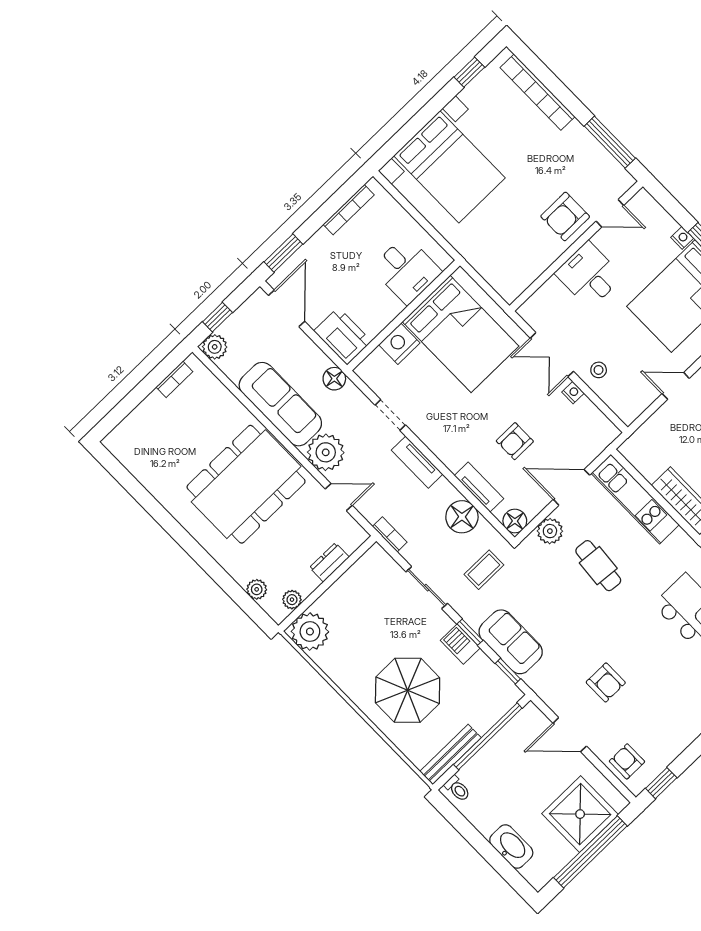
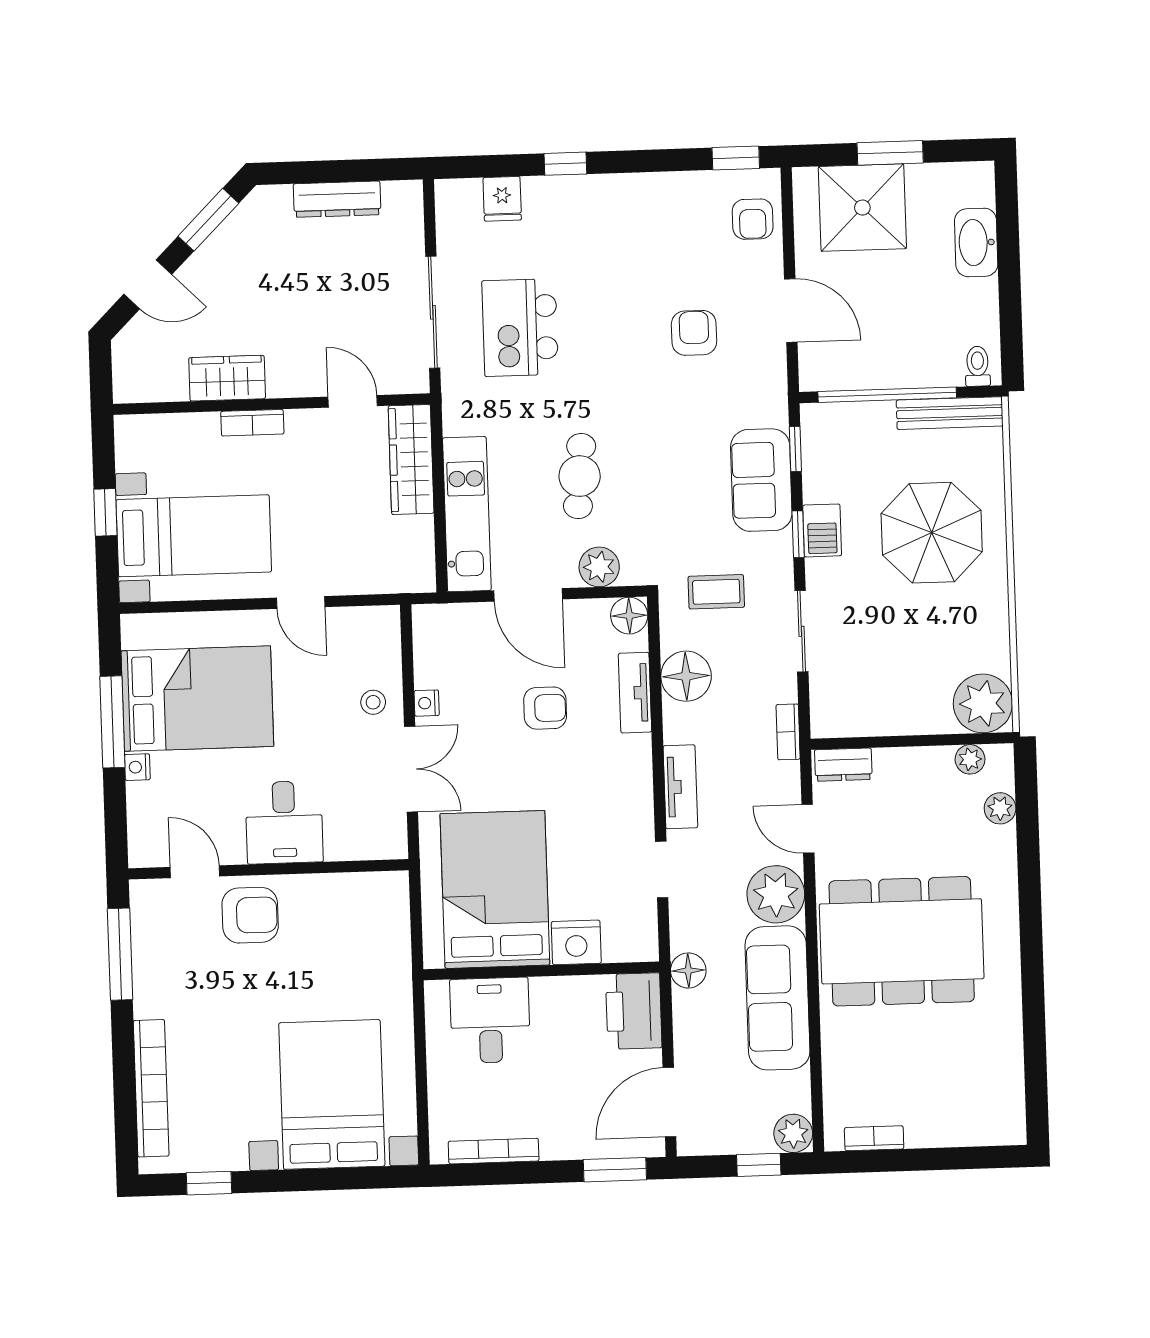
dresser: (329, 562) -> (843, 765), moved
window: (590, 852) -> (890, 153), width x0.47

